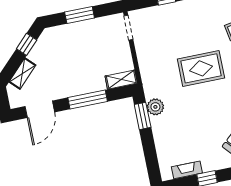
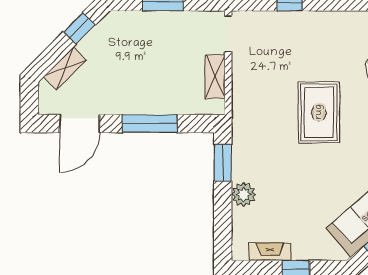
rug: (201, 68) -> (319, 112), turned 90
shelving: (121, 80) -> (215, 77), moved, turned 90
plant: (155, 107) -> (244, 194), moved

